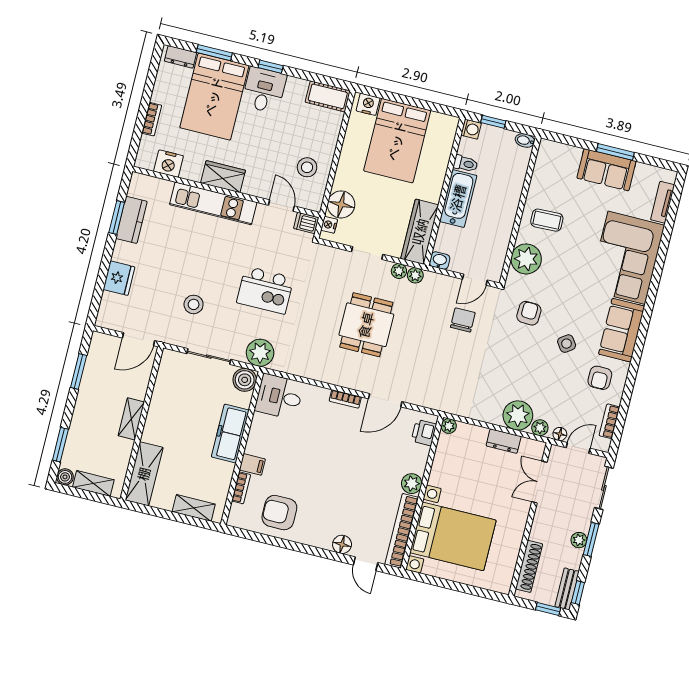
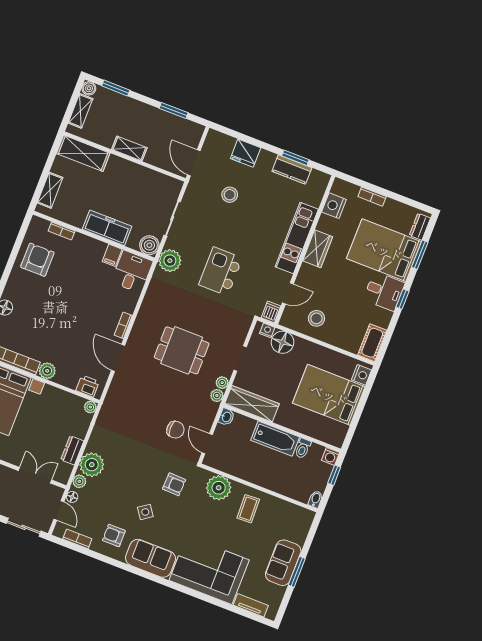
stool: (194, 304) -> (230, 195), moved
filing cabinet: (252, 464) -> (112, 255), moved

